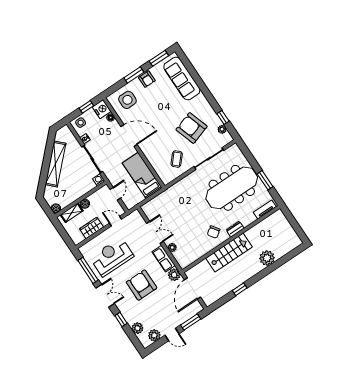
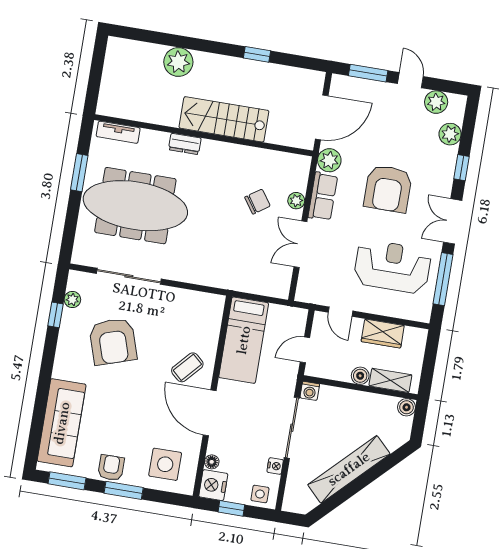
coffee table: (177, 159) -> (187, 367), moved
chair: (214, 232) -> (257, 202), moved
reception desk: (112, 257) -> (392, 267), turned 180

